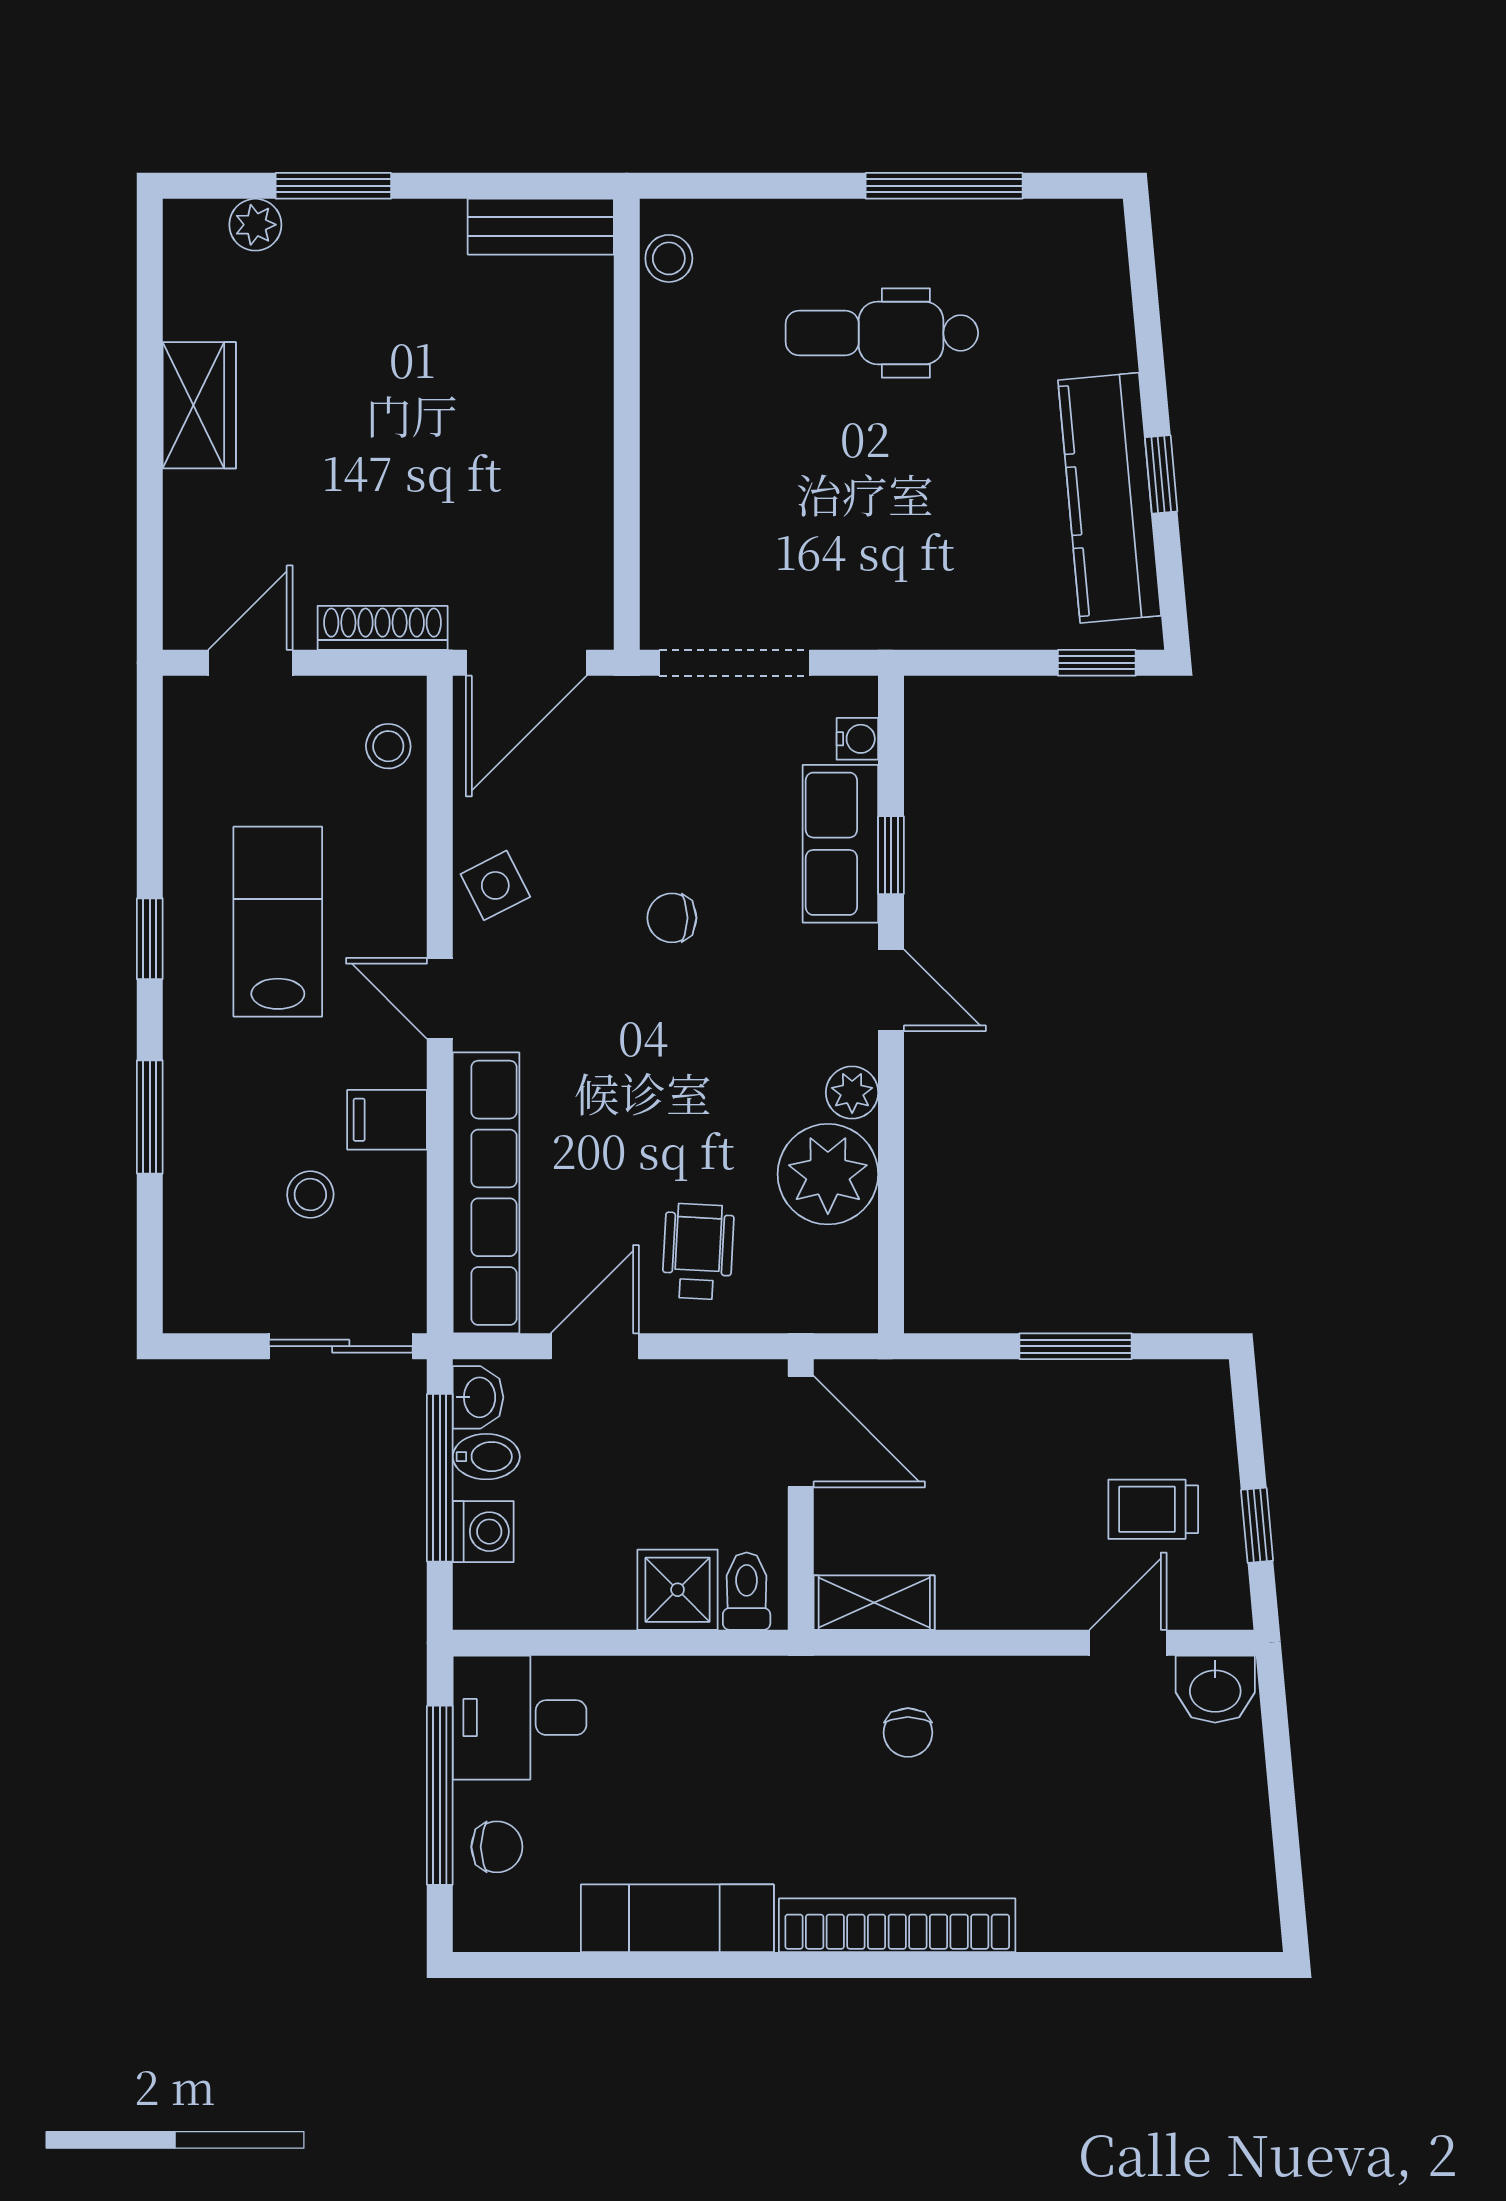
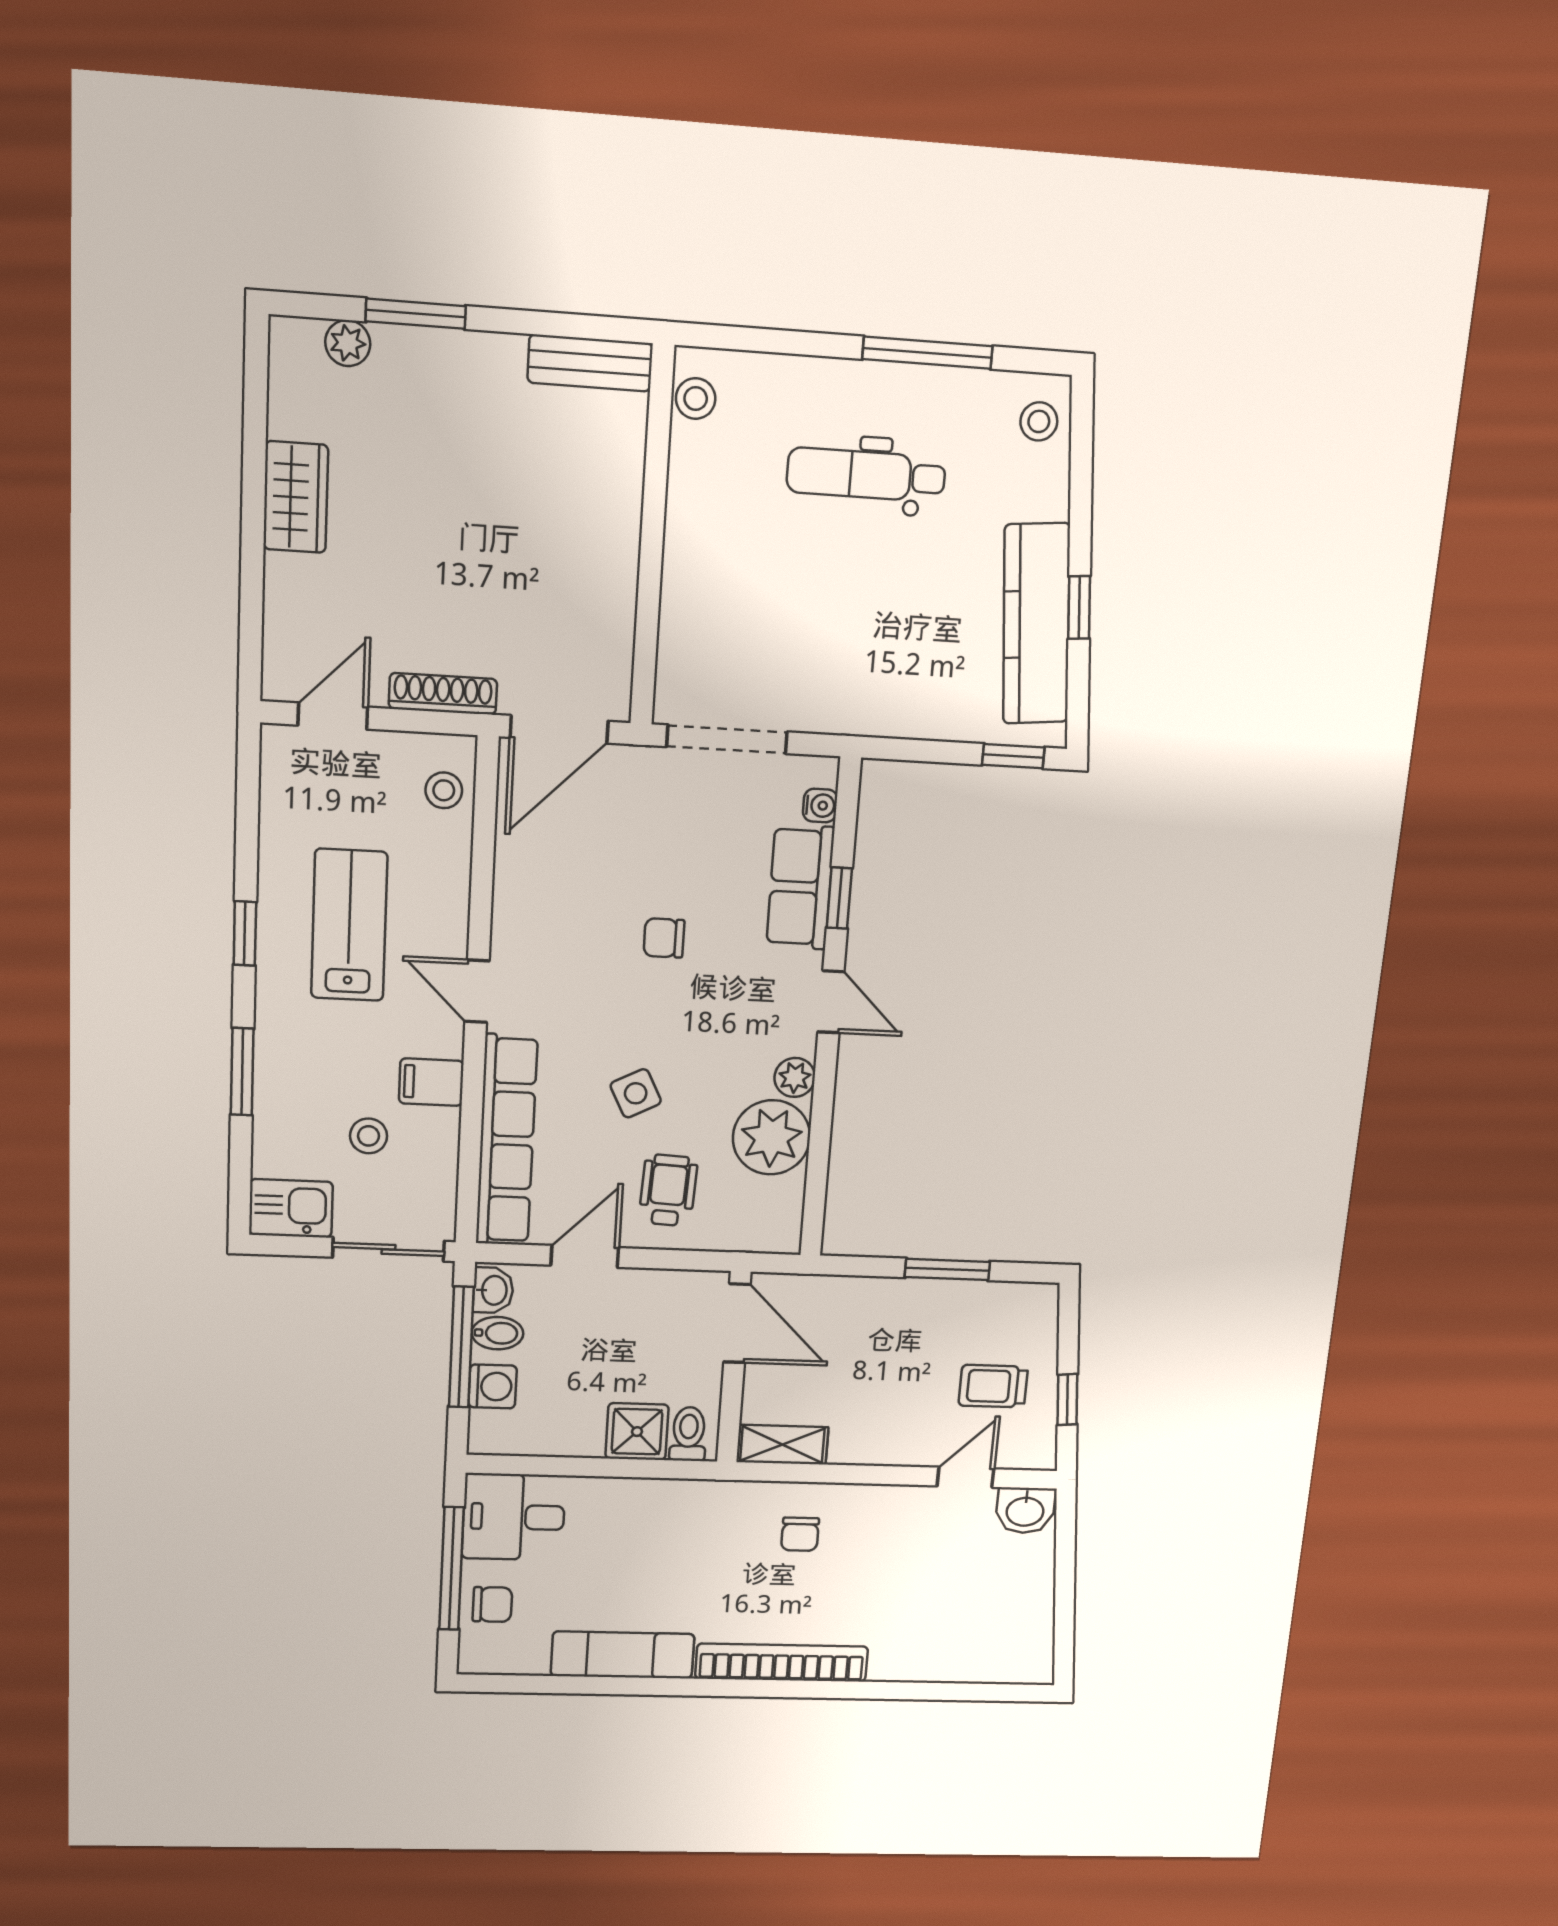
stool: (1088, 256) -> (1039, 421), added
side table: (495, 885) -> (636, 1093), moved
kitchen sink: (215, 1295) -> (291, 1208), added

